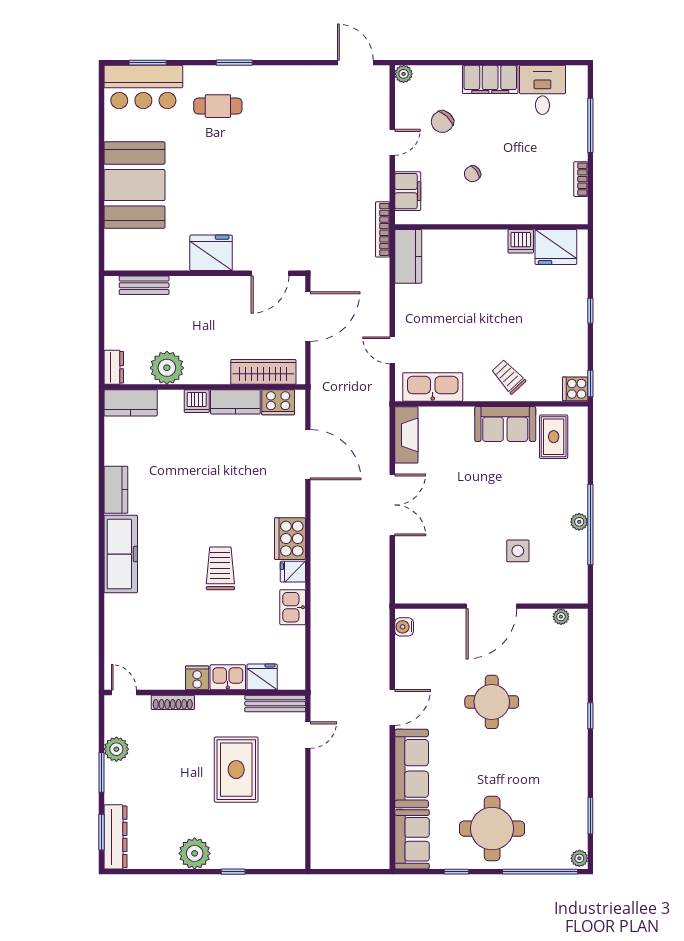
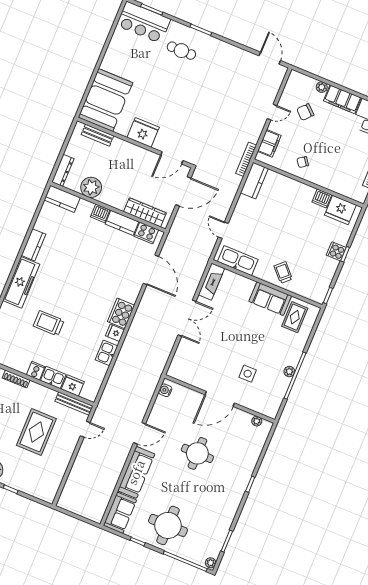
plant: (404, 74) -> (322, 87), moved
chair: (472, 174) -> (303, 162), moved
booth: (134, 185) -> (106, 100), moved
dresser: (114, 367) -> (63, 170), width x1.44
cooker: (575, 389) -> (336, 251), moved
trolley: (220, 568) -> (49, 323), moved, turned -90

